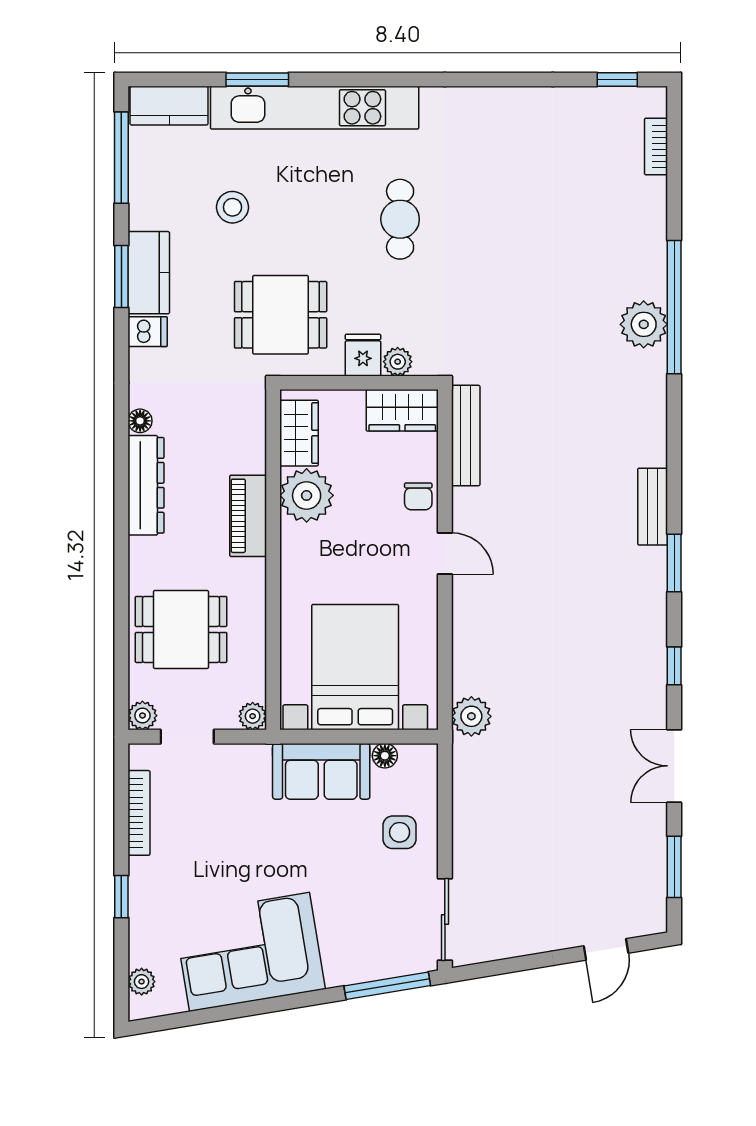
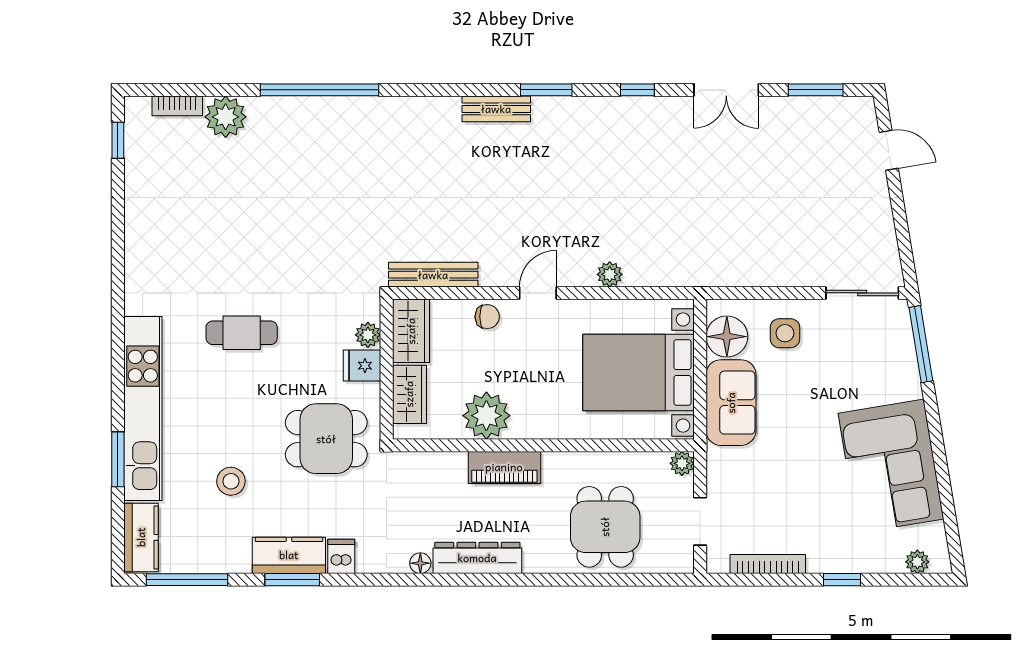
dining table: (281, 315) -> (326, 439), turned 90
plant: (644, 324) -> (226, 117), moved
wardrobe: (299, 433) -> (409, 394), moved, turned 90
plant: (142, 716) -> (681, 561), removed
plant: (471, 716) -> (610, 274), moved, width x0.73, depth x0.73
floor lamp: (385, 756) -> (727, 337), width x1.89, depth x1.89

